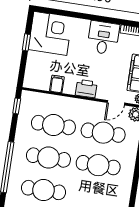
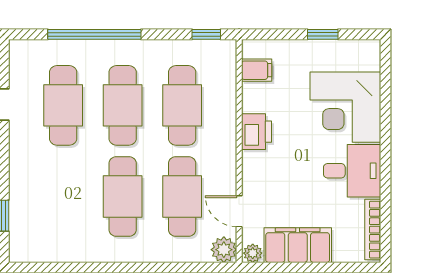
corner desk: (50, 33) -> (345, 107), moved, turned 90
filing cabinet: (57, 84) -> (257, 70), moved
printer: (86, 89) -> (257, 132), moved

